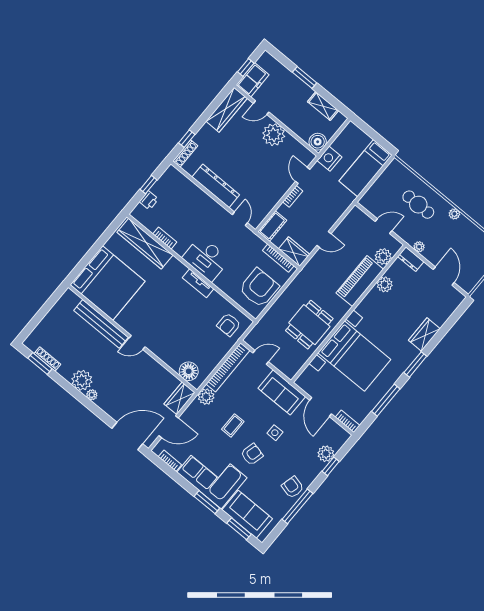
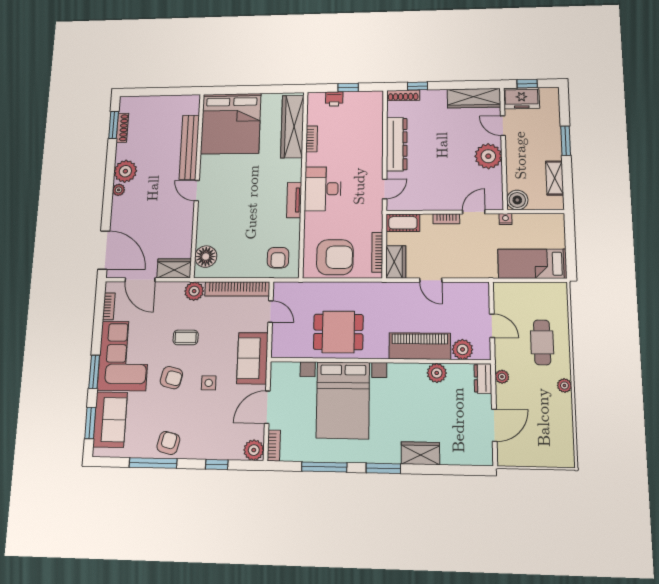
nightstand: (329, 159) -> (505, 219), width x0.53, depth x0.56
armchair: (229, 325) -> (278, 258), turned -90
plant: (326, 454) -> (254, 450), moved

